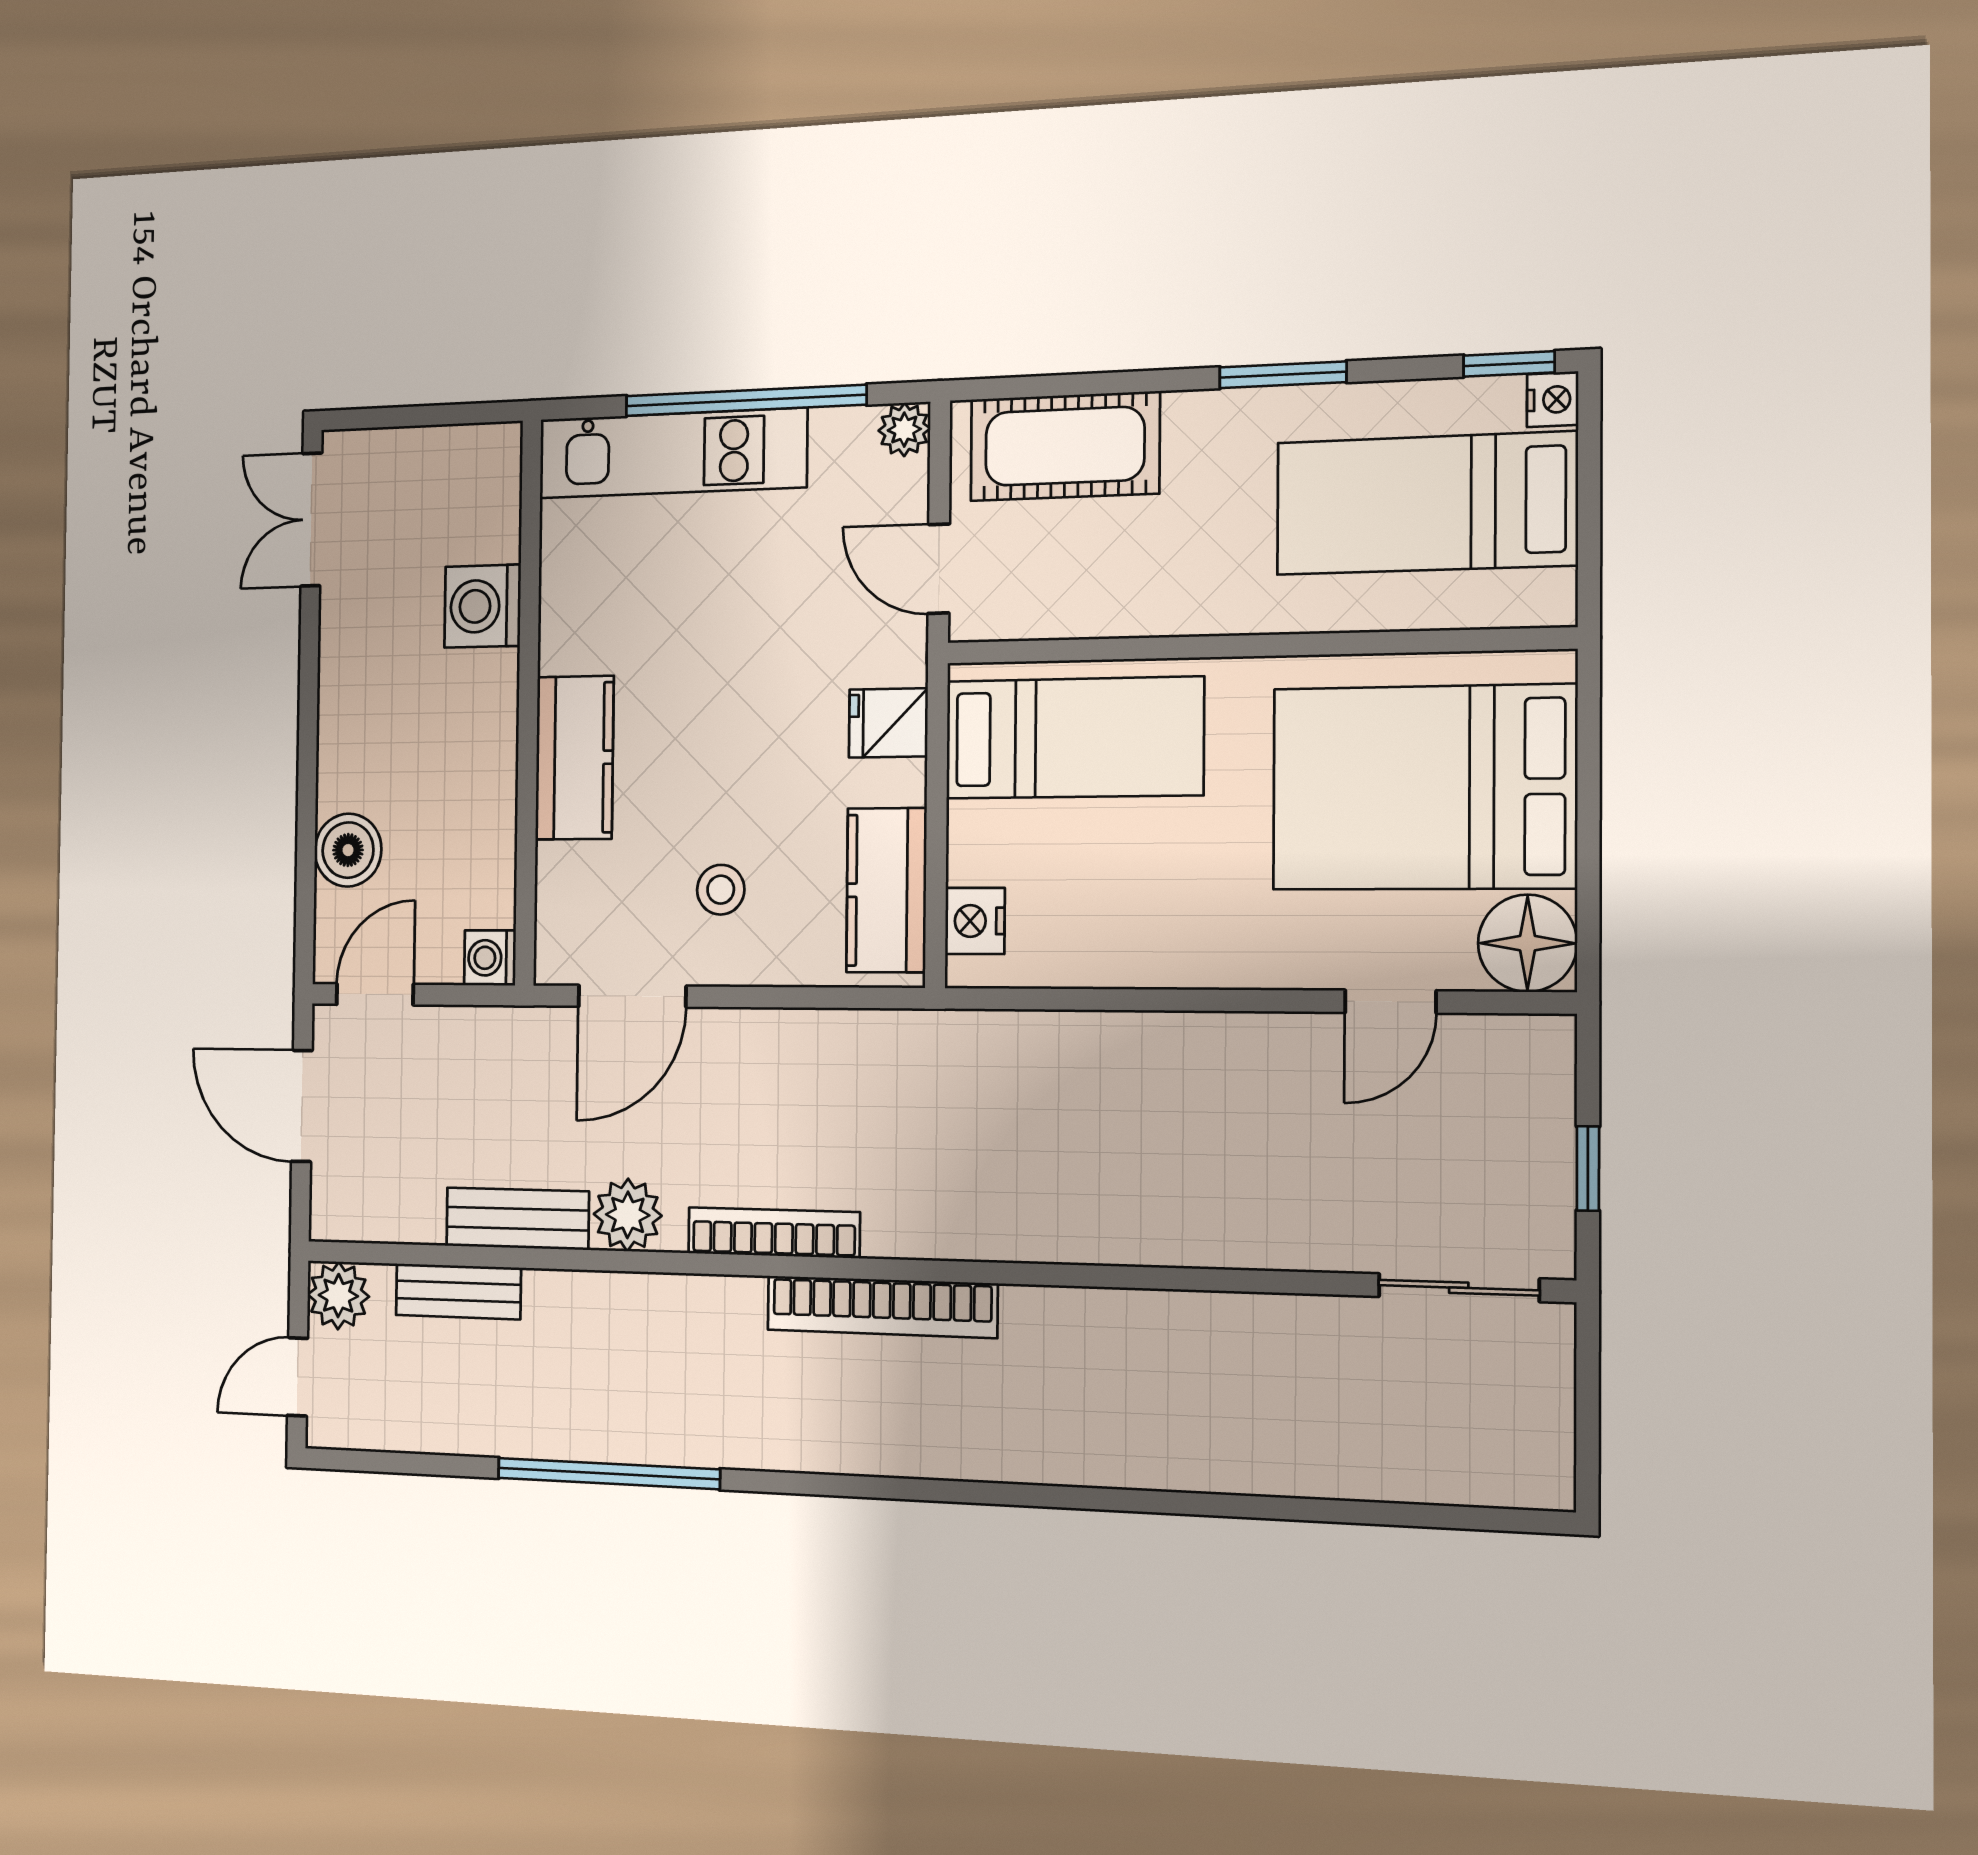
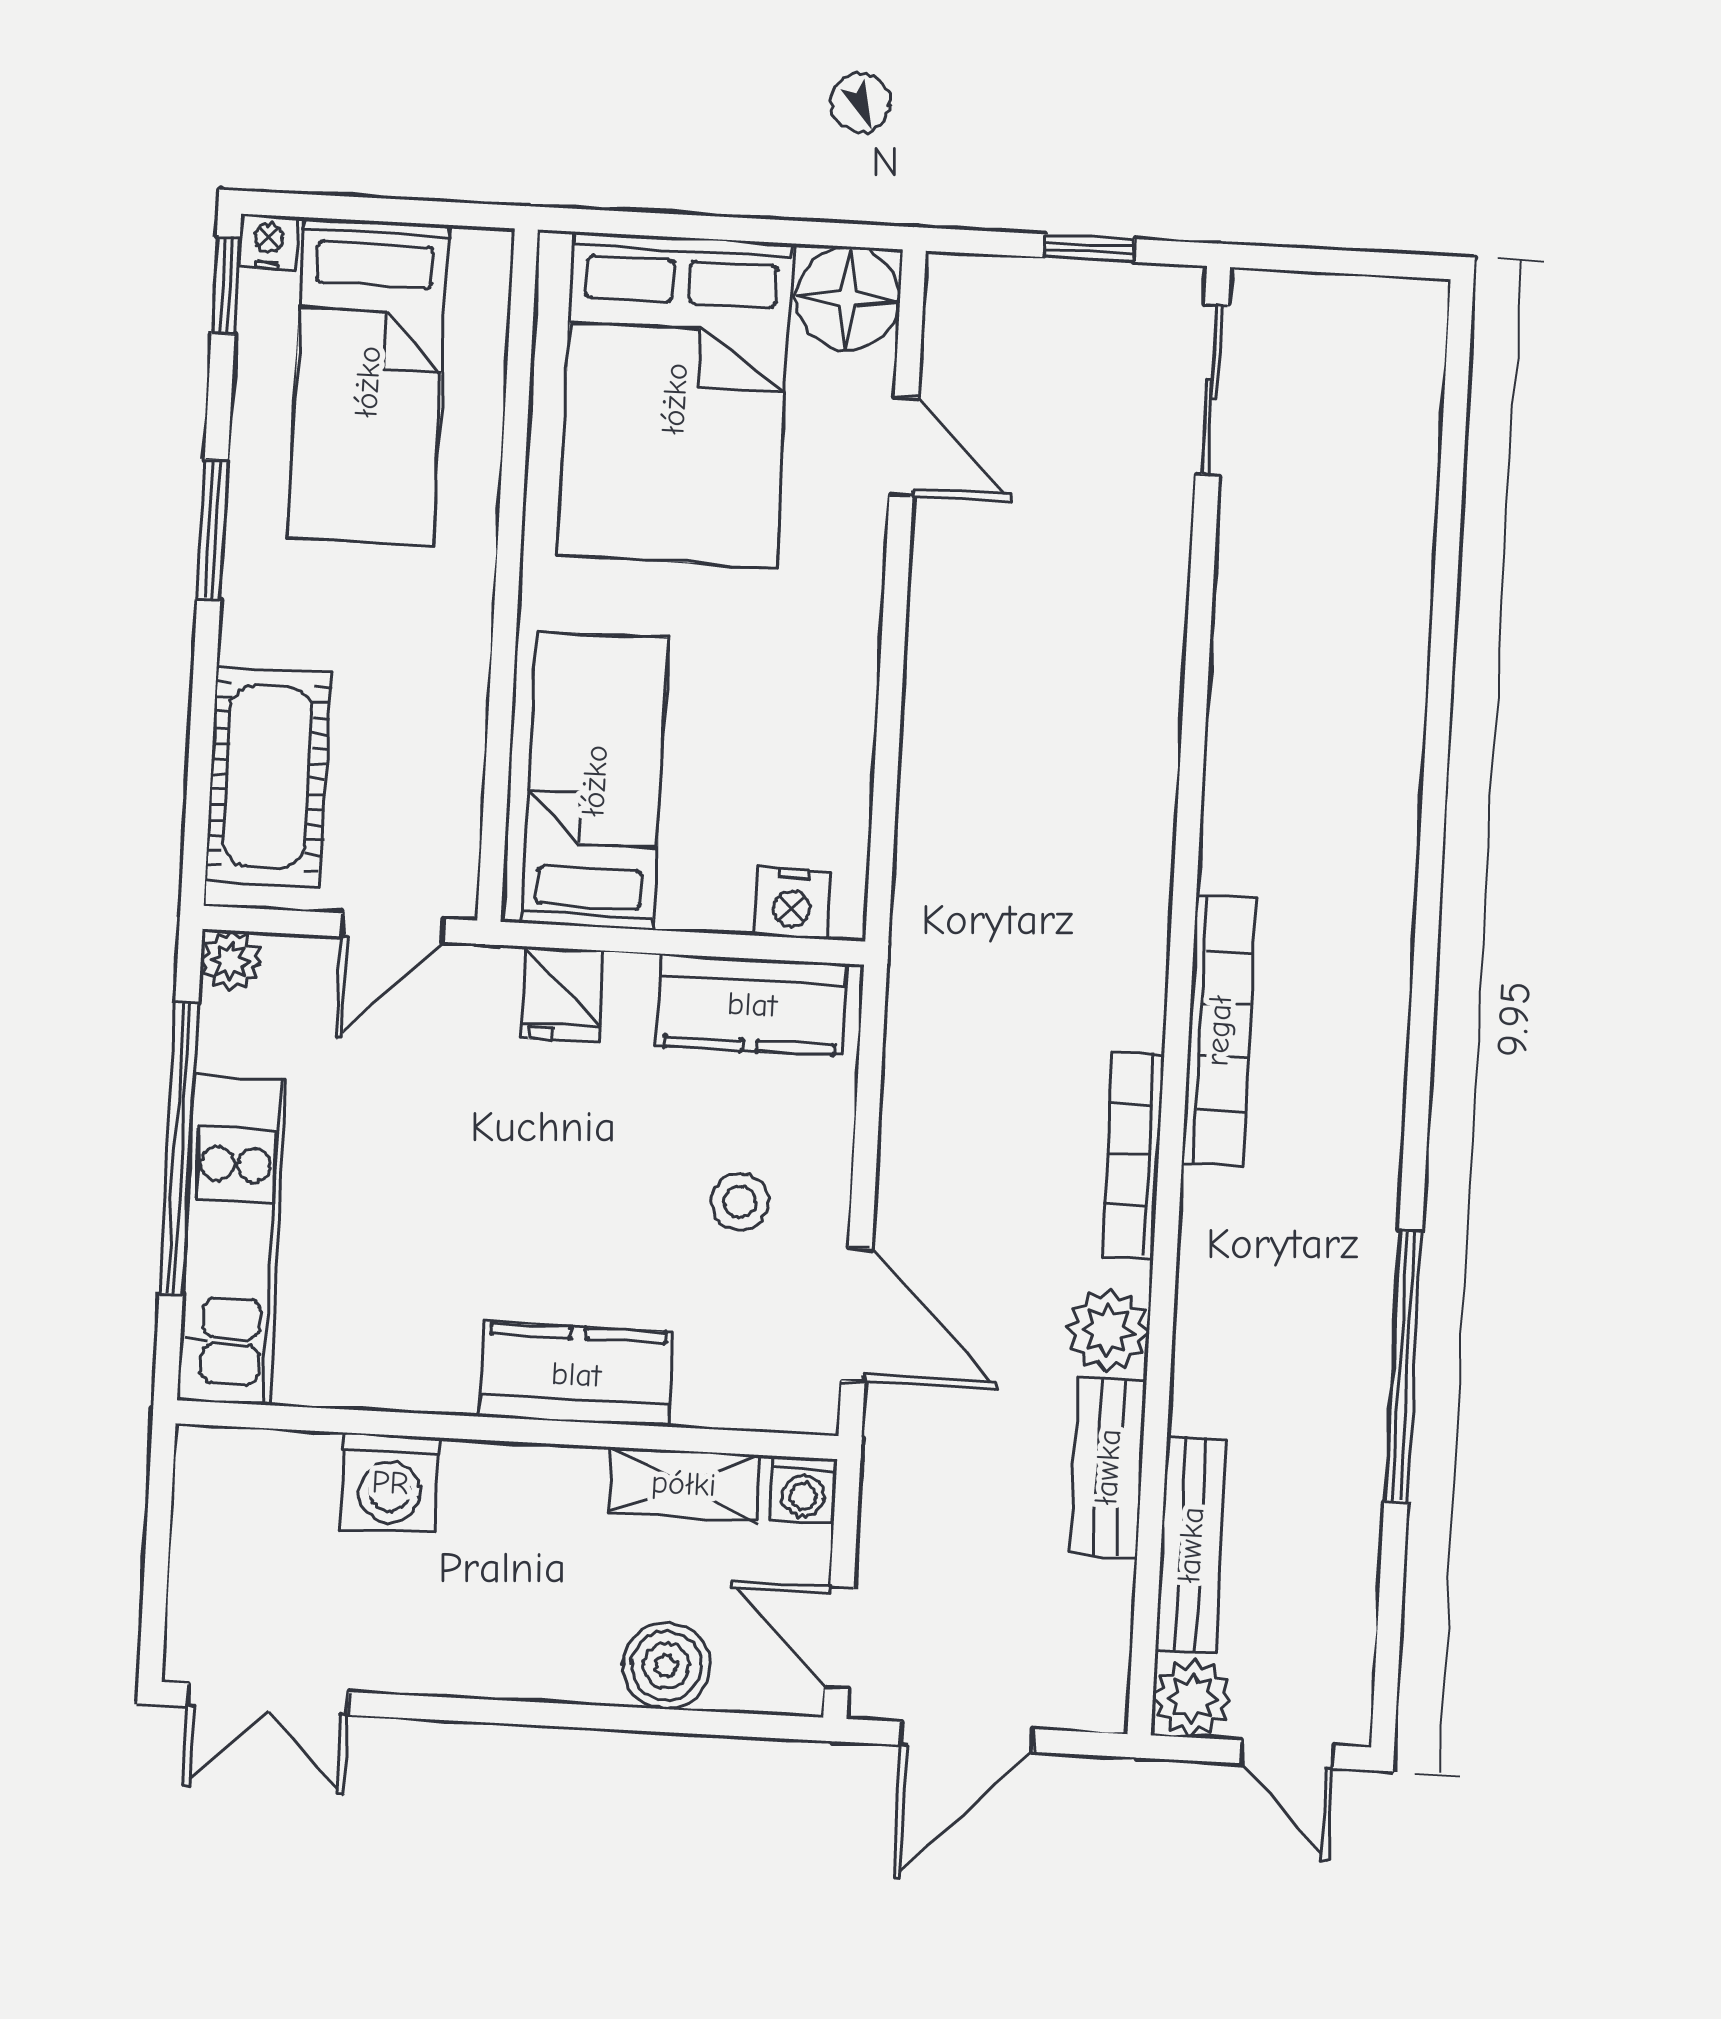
shelving: (491, 856) -> (684, 1484), added
bench: (458, 1291) -> (1191, 1545), width x1.36

